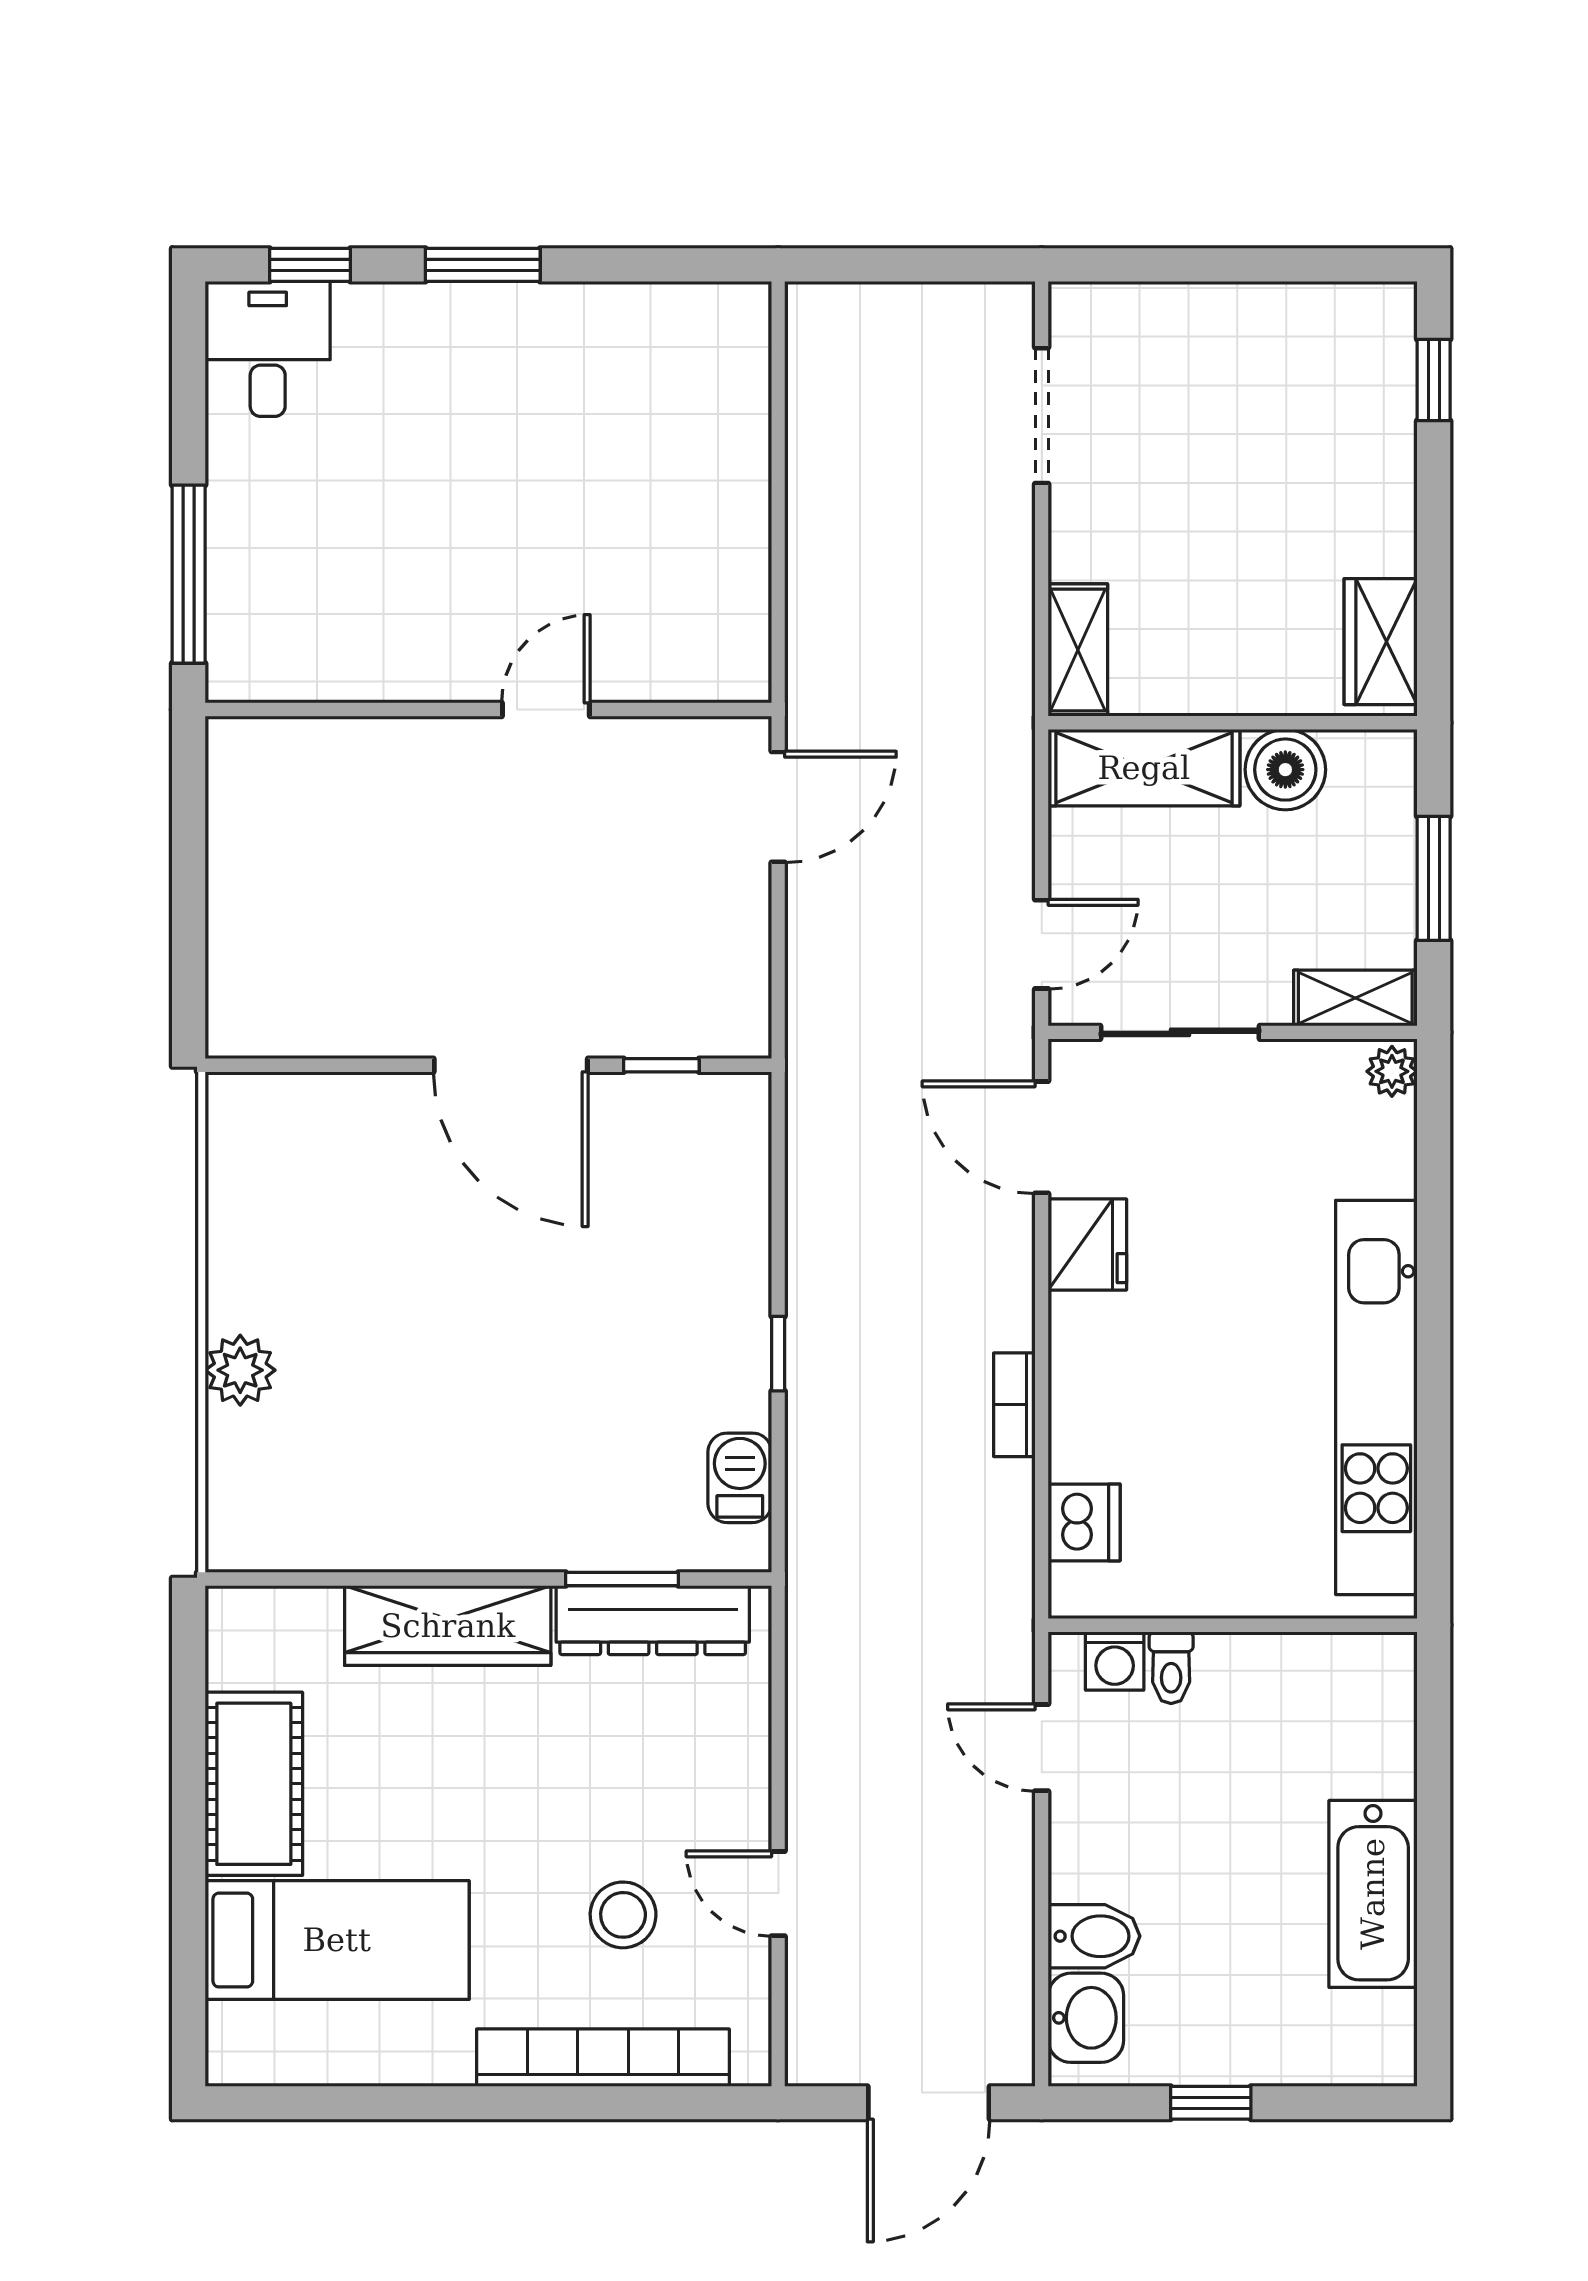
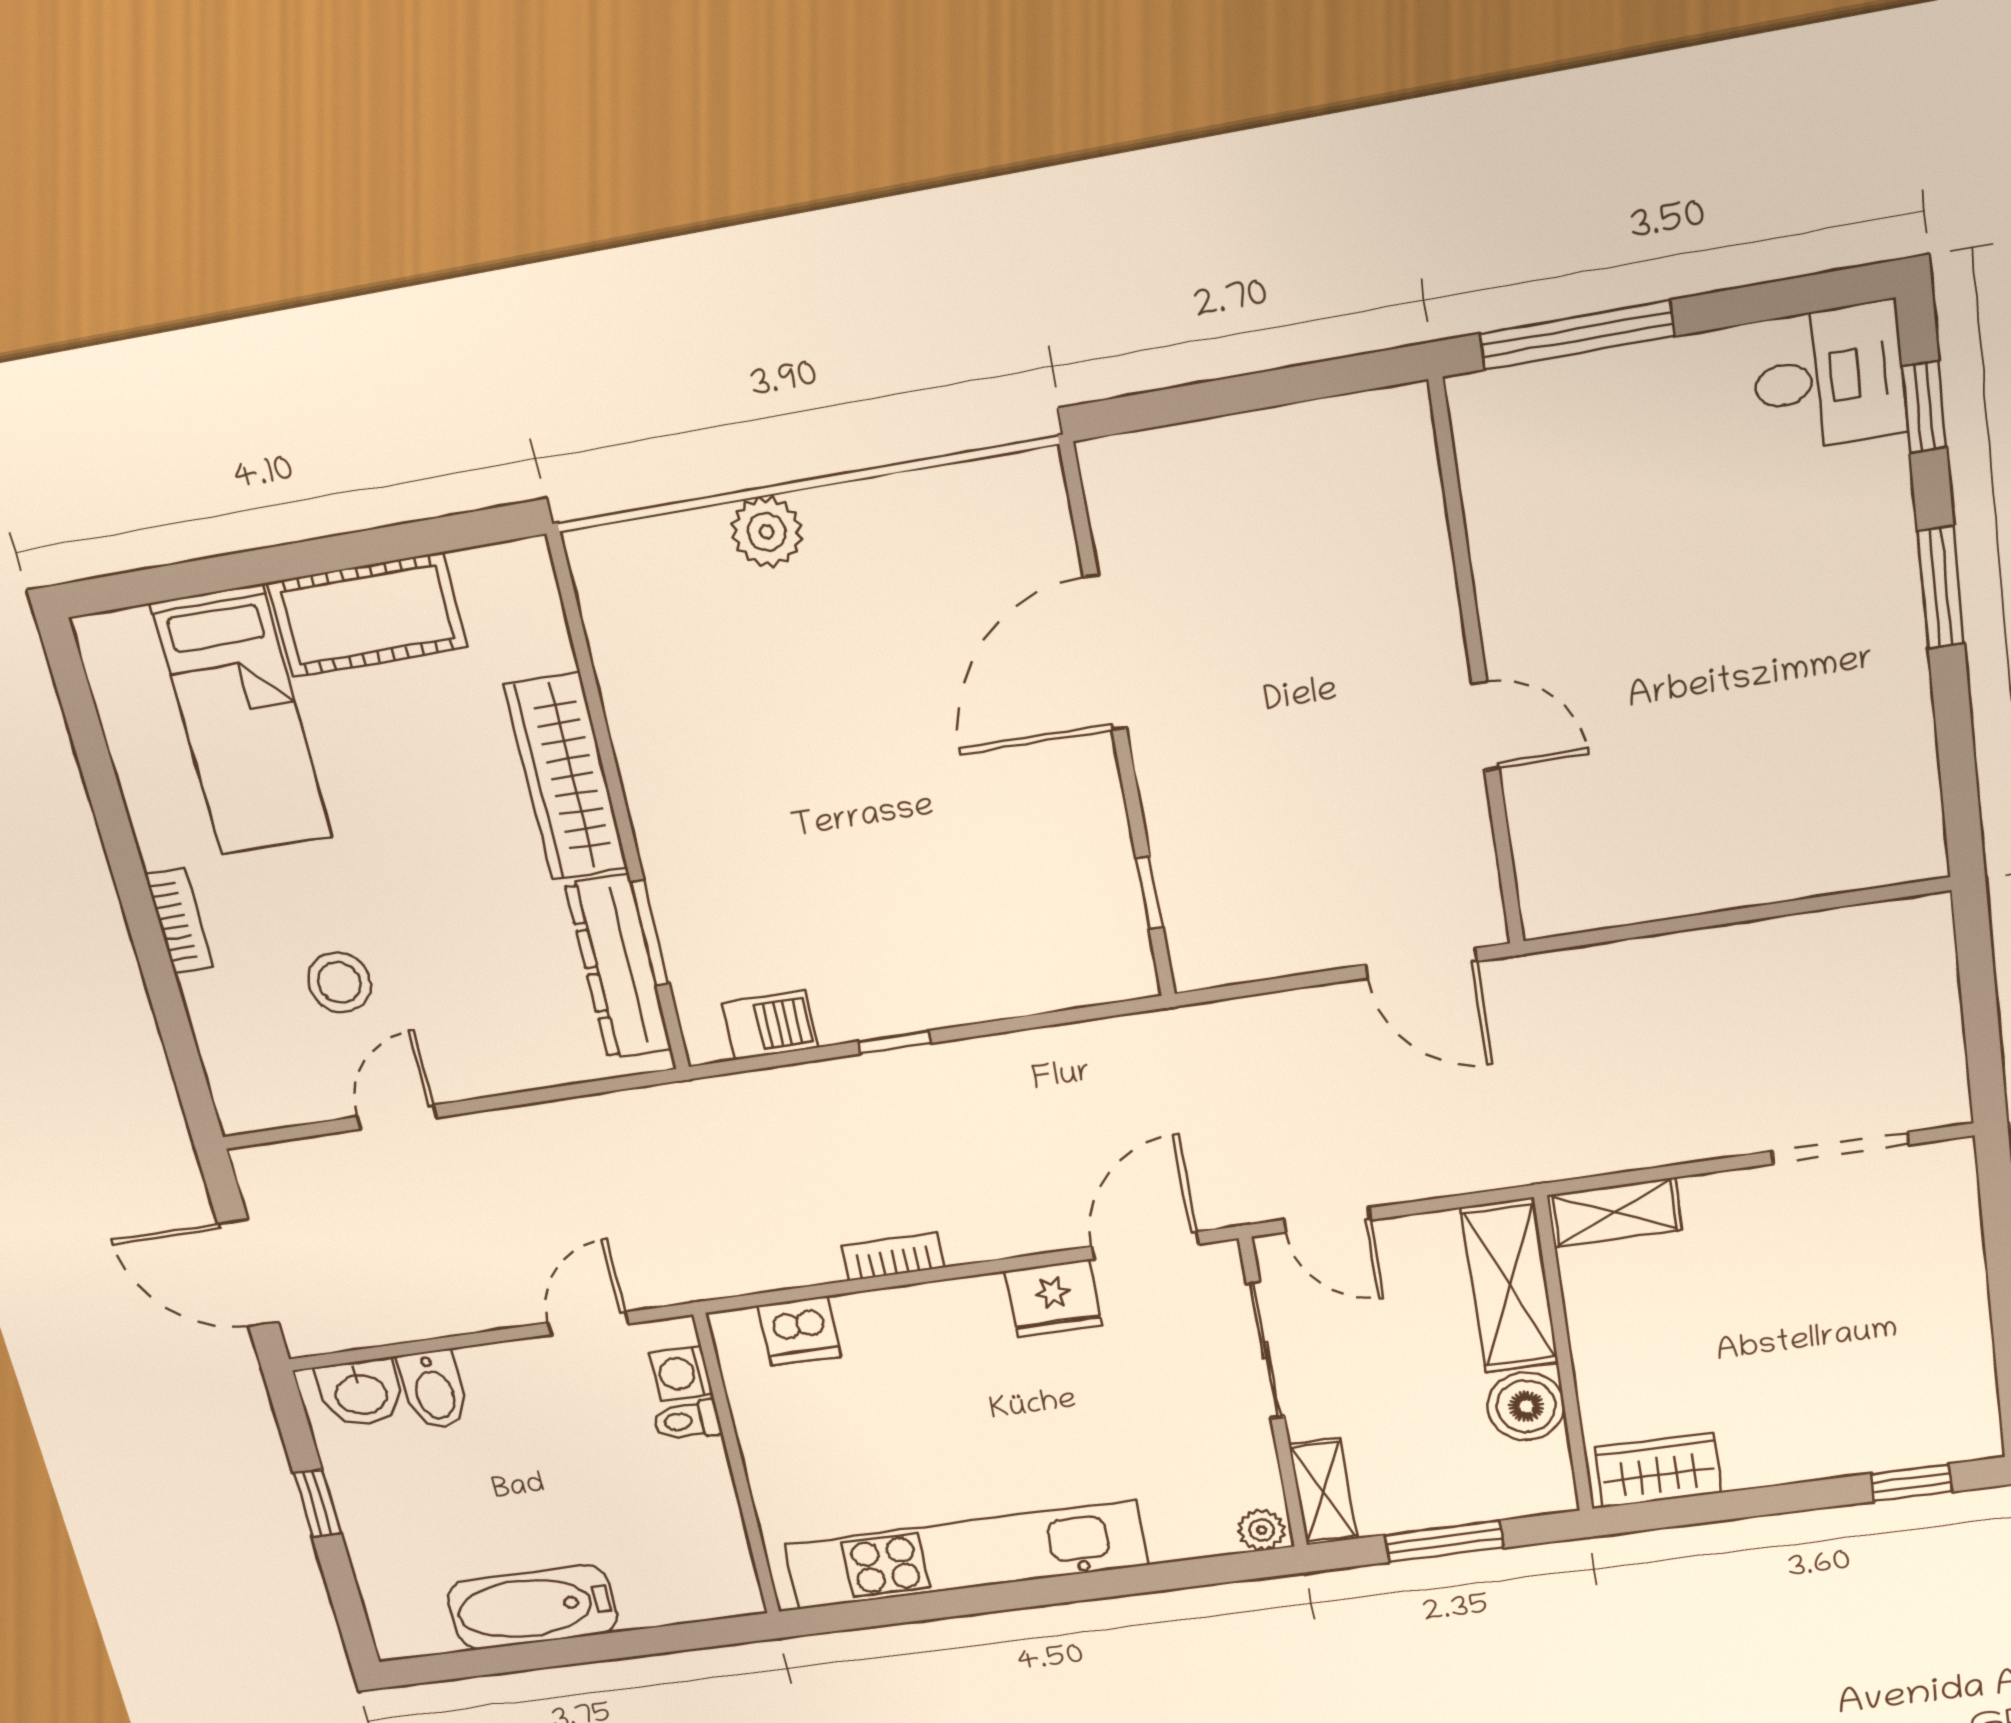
door: (511, 1065) -> (1105, 653), moved
bookcase: (603, 2058) -> (179, 921), width x0.43, depth x0.76

